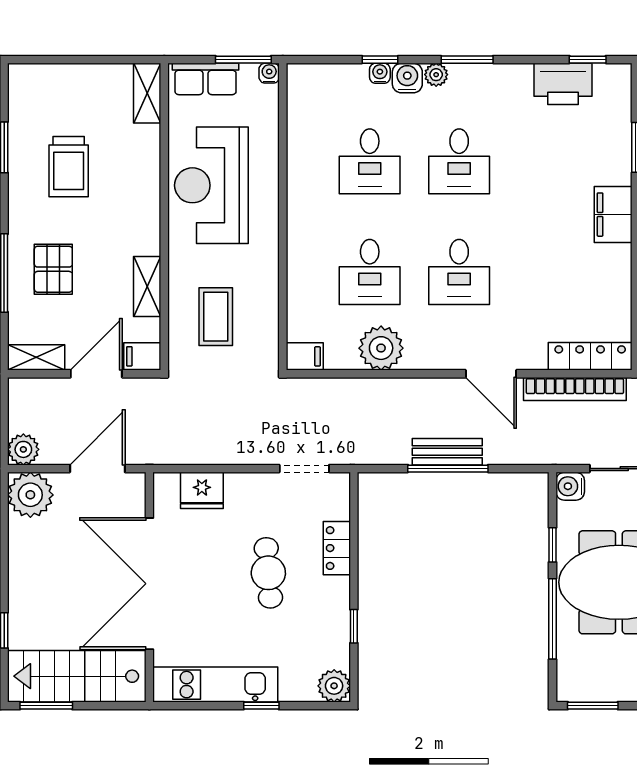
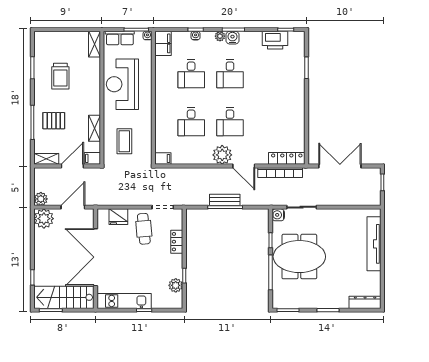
water cooler: (407, 78) -> (232, 38), moved
filing cabinet: (613, 215) -> (163, 43), moved, turned 180
pallet: (53, 269) -> (54, 121), turned 90
plant: (381, 348) -> (222, 155), moved
cafe table: (268, 573) -> (144, 229), moved
plant: (334, 686) -> (176, 285), moved

